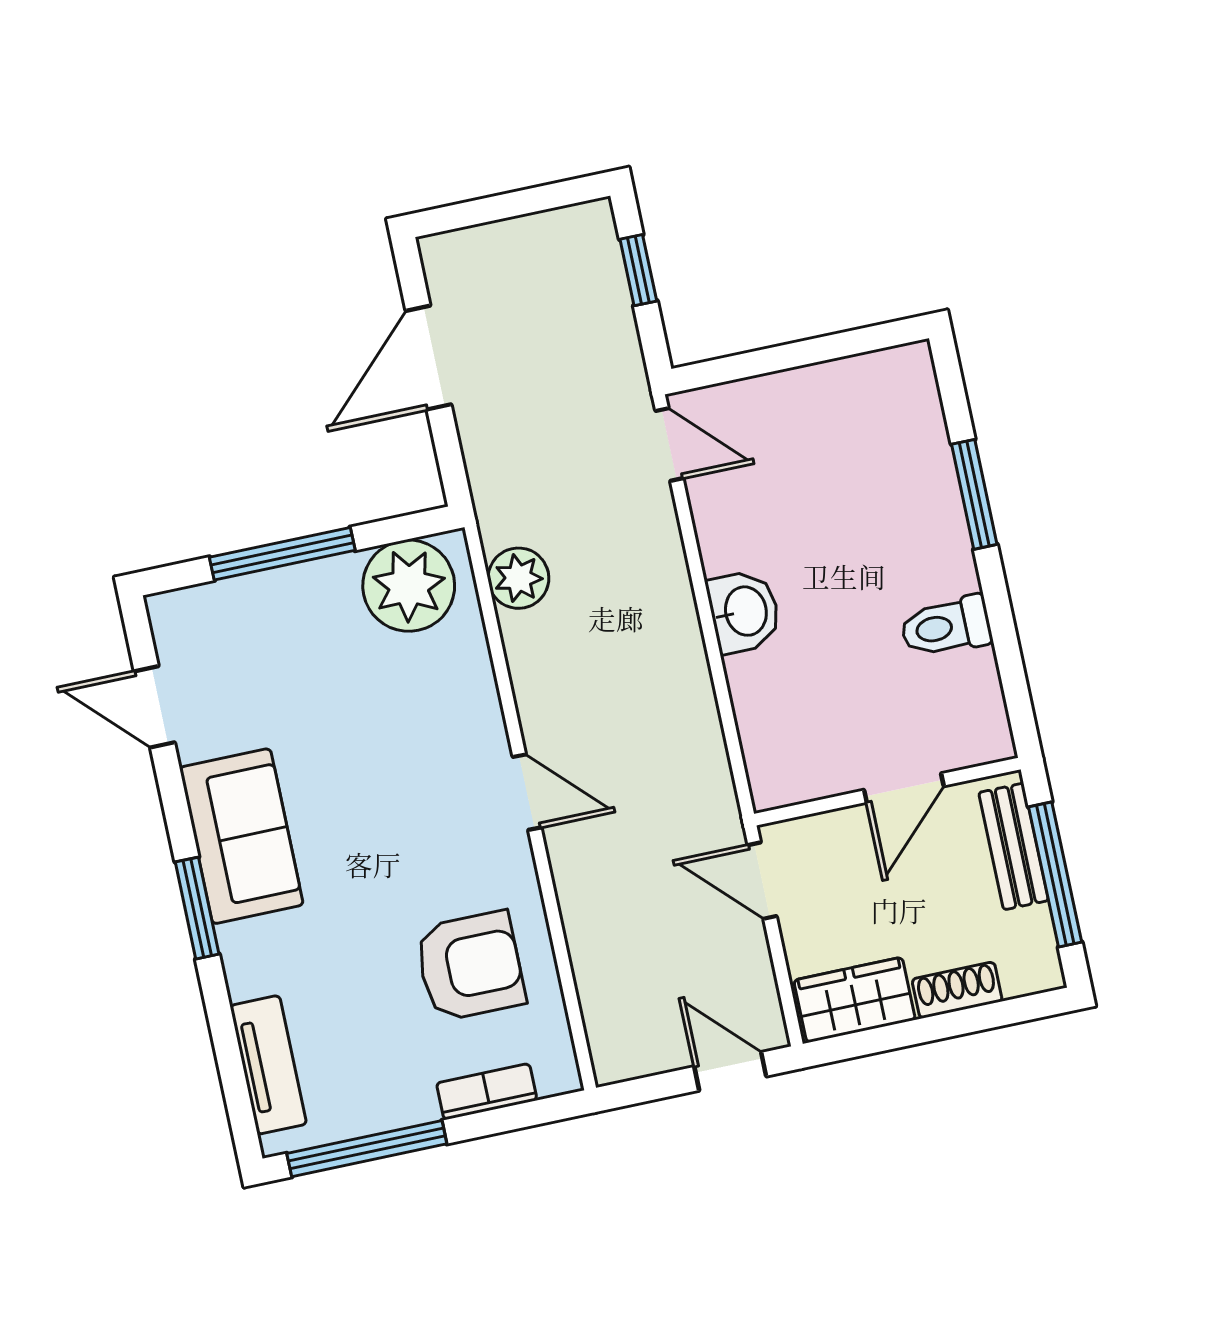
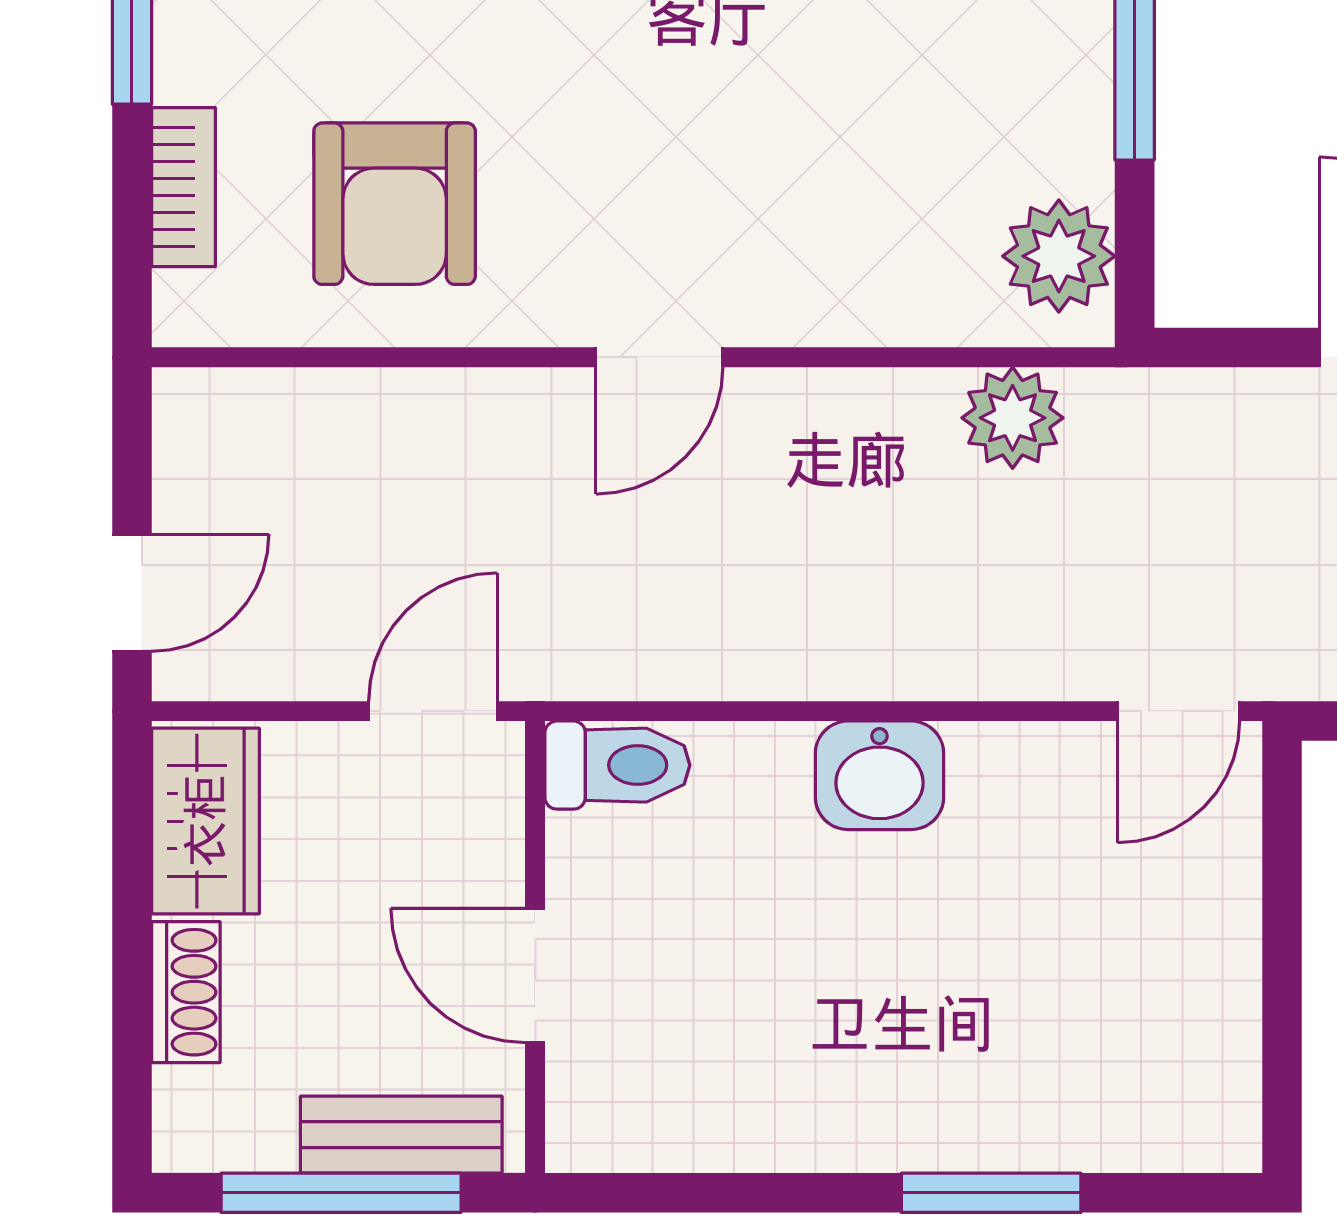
plant: (409, 586) -> (1059, 256), width x0.73, depth x0.73
toilet: (946, 627) -> (617, 765), moved, turned 90

